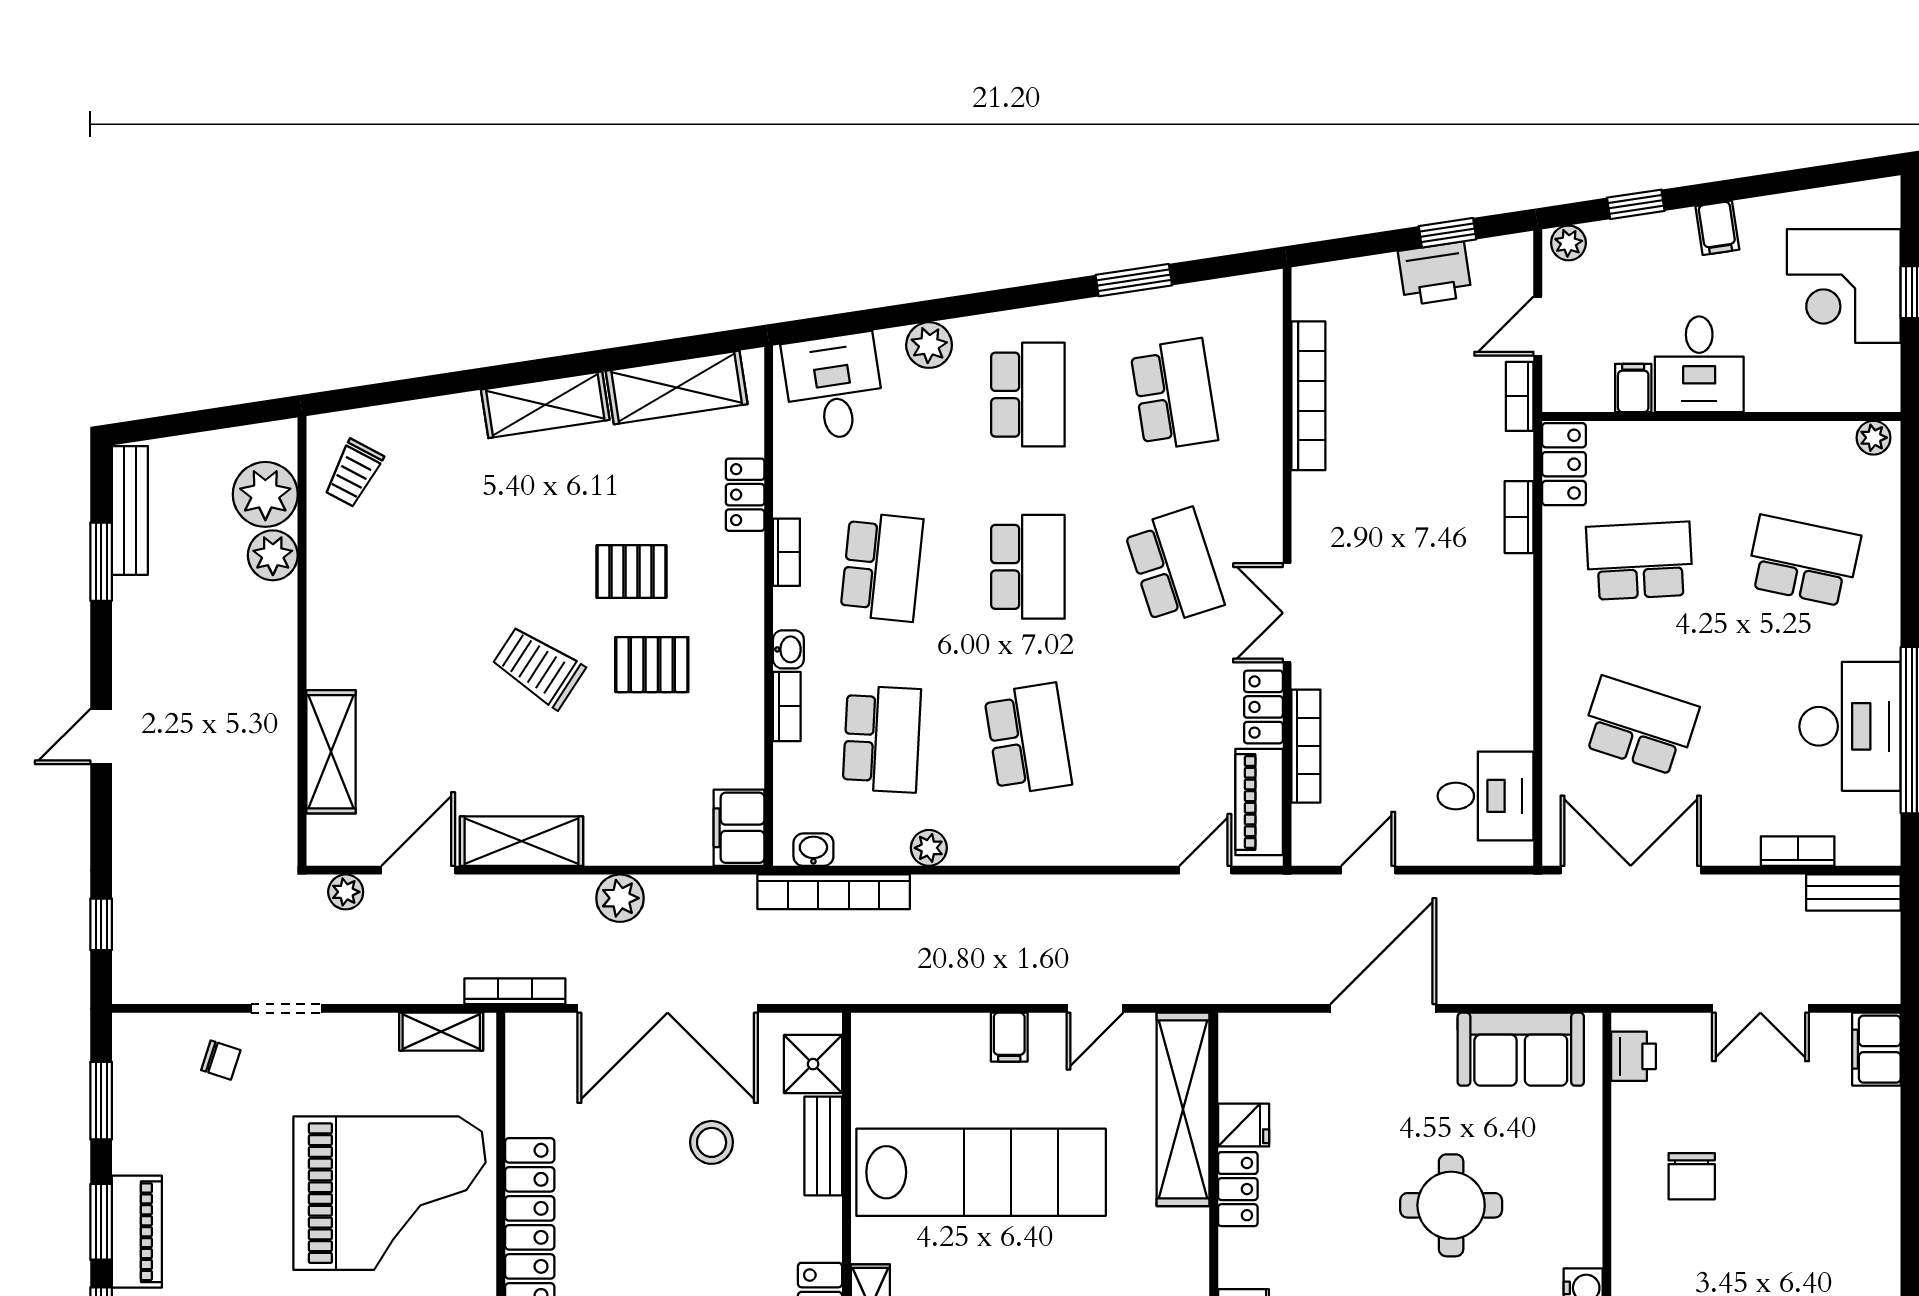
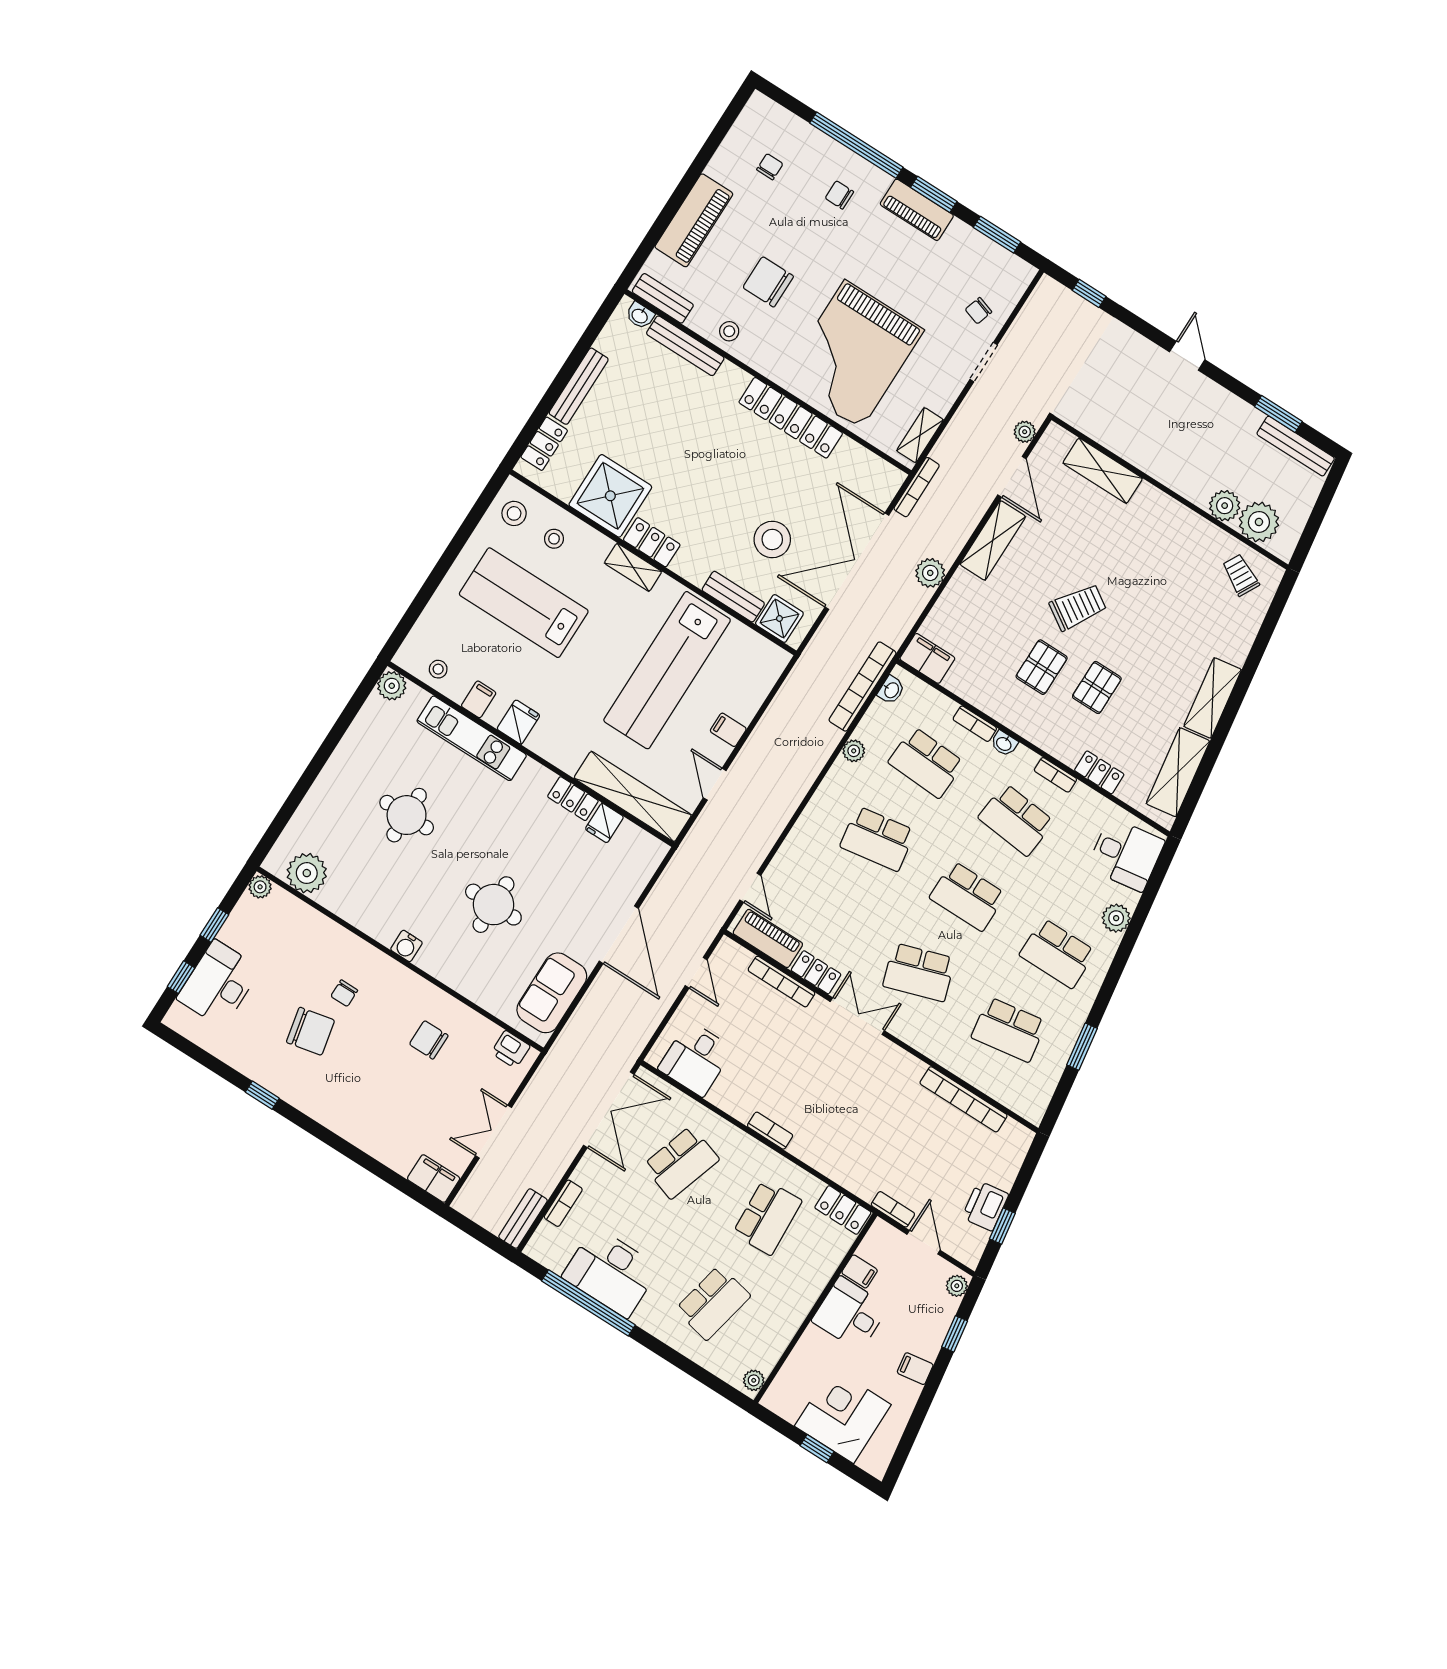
bookcase: (1519, 517) -> (770, 1131), moved
stool: (712, 1142) -> (772, 539), width x1.38, depth x1.38

